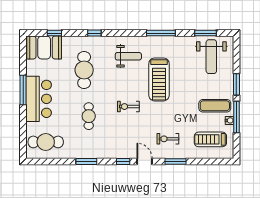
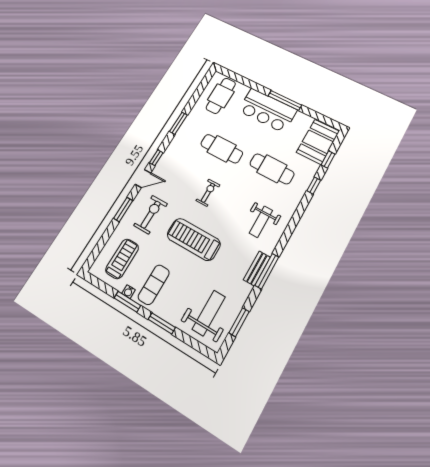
window: (94, 33) -> (314, 186), moved
bench: (163, 41) -> (257, 268), added
weight bench: (211, 57) -> (209, 313), turned 90
treadmill: (159, 79) -> (194, 239), moved
cafe table: (89, 116) -> (222, 149), width x1.37, depth x1.35
window: (236, 117) -> (127, 302), width x0.69
exercise bike: (168, 139) -> (151, 215), width x1.38, depth x1.39

